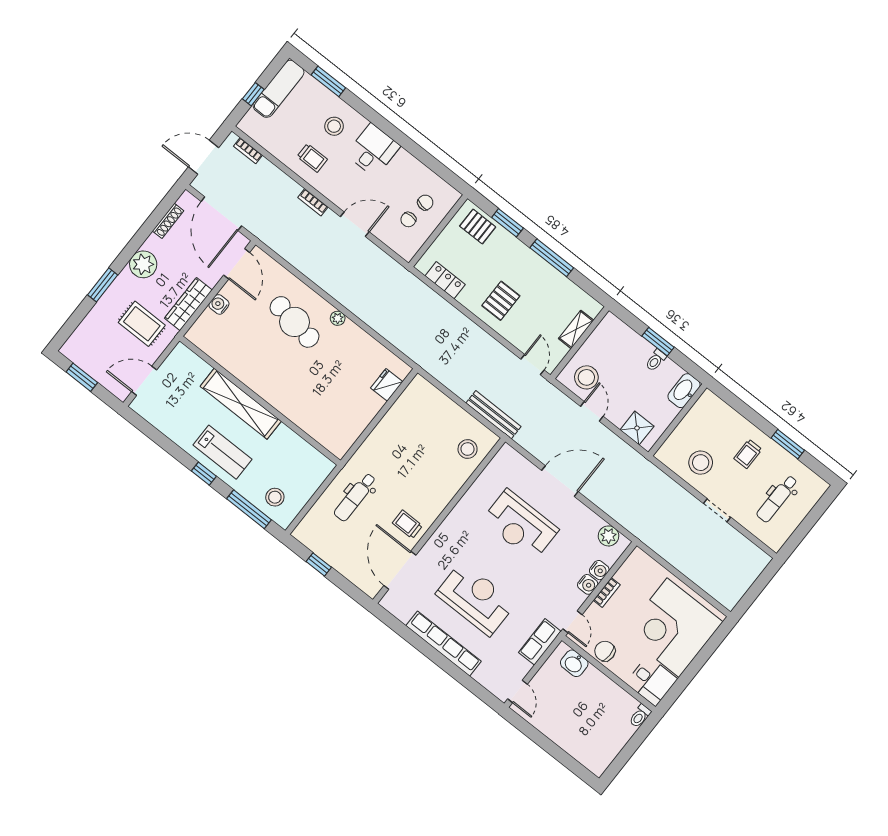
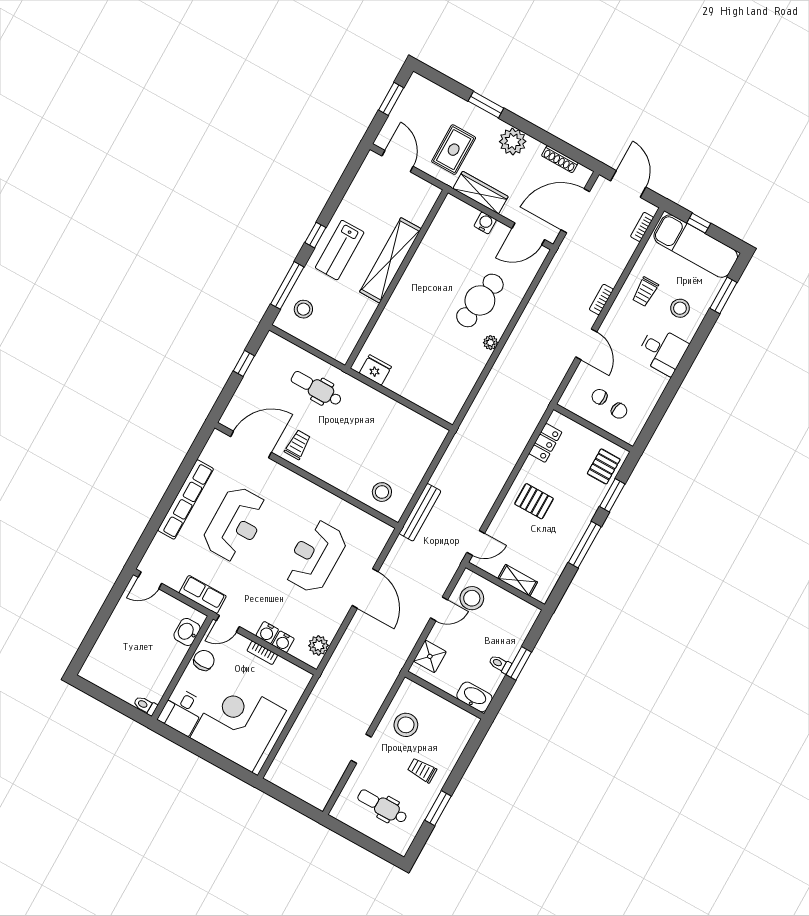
exam couch: (279, 89) -> (696, 246), width x1.36, depth x1.45
fridge: (387, 385) -> (375, 370), moved

